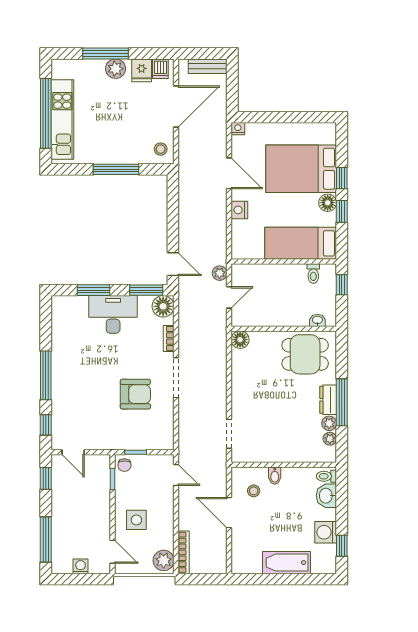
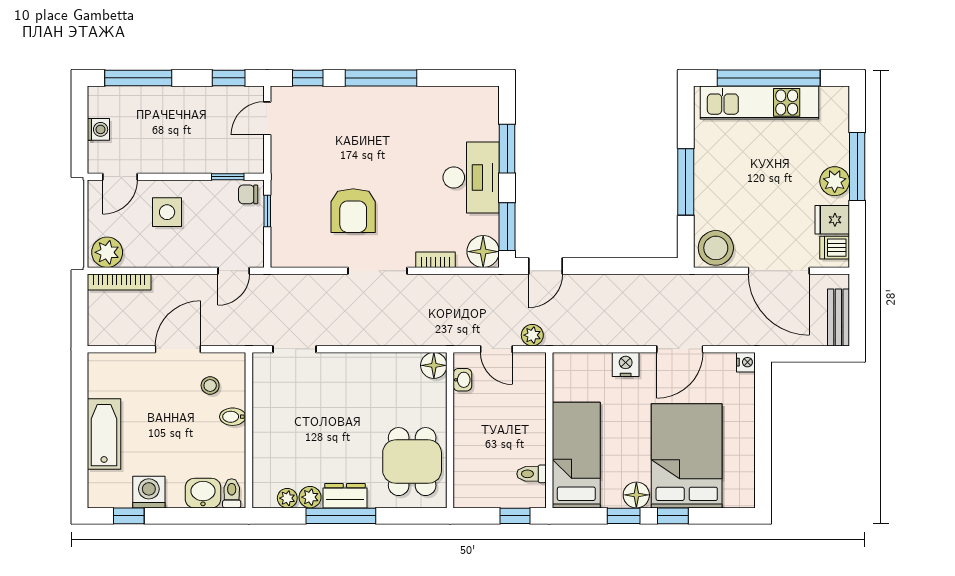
stool: (161, 149) -> (716, 248), width x1.89, depth x1.89
washbasin: (317, 320) -> (462, 380), moved

